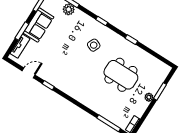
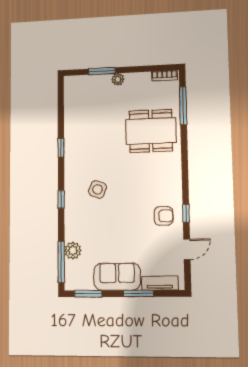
armchair: (55, 72) -> (164, 216), added
door: (29, 73) -> (187, 249), swing flipped
dining table: (121, 75) -> (151, 131), moved, turned 90

